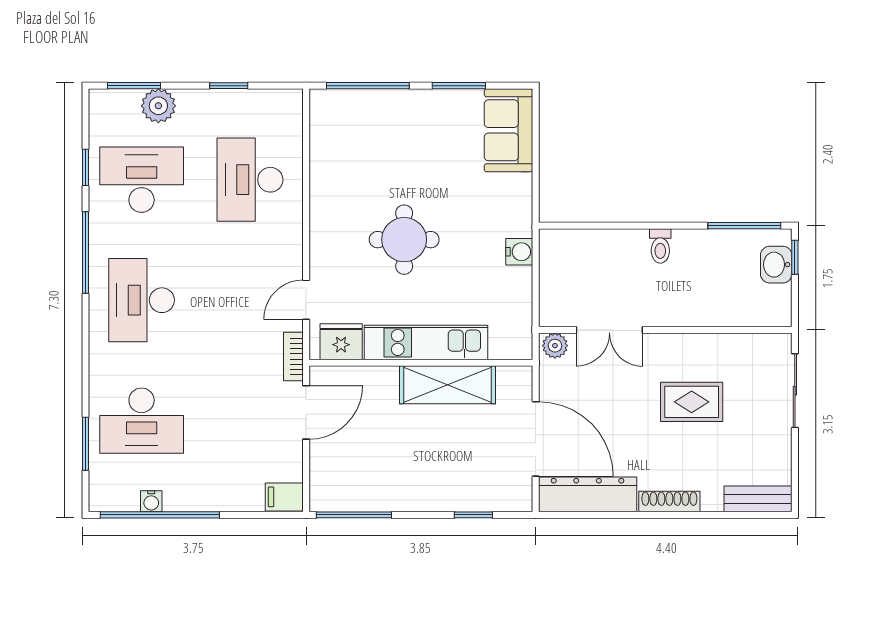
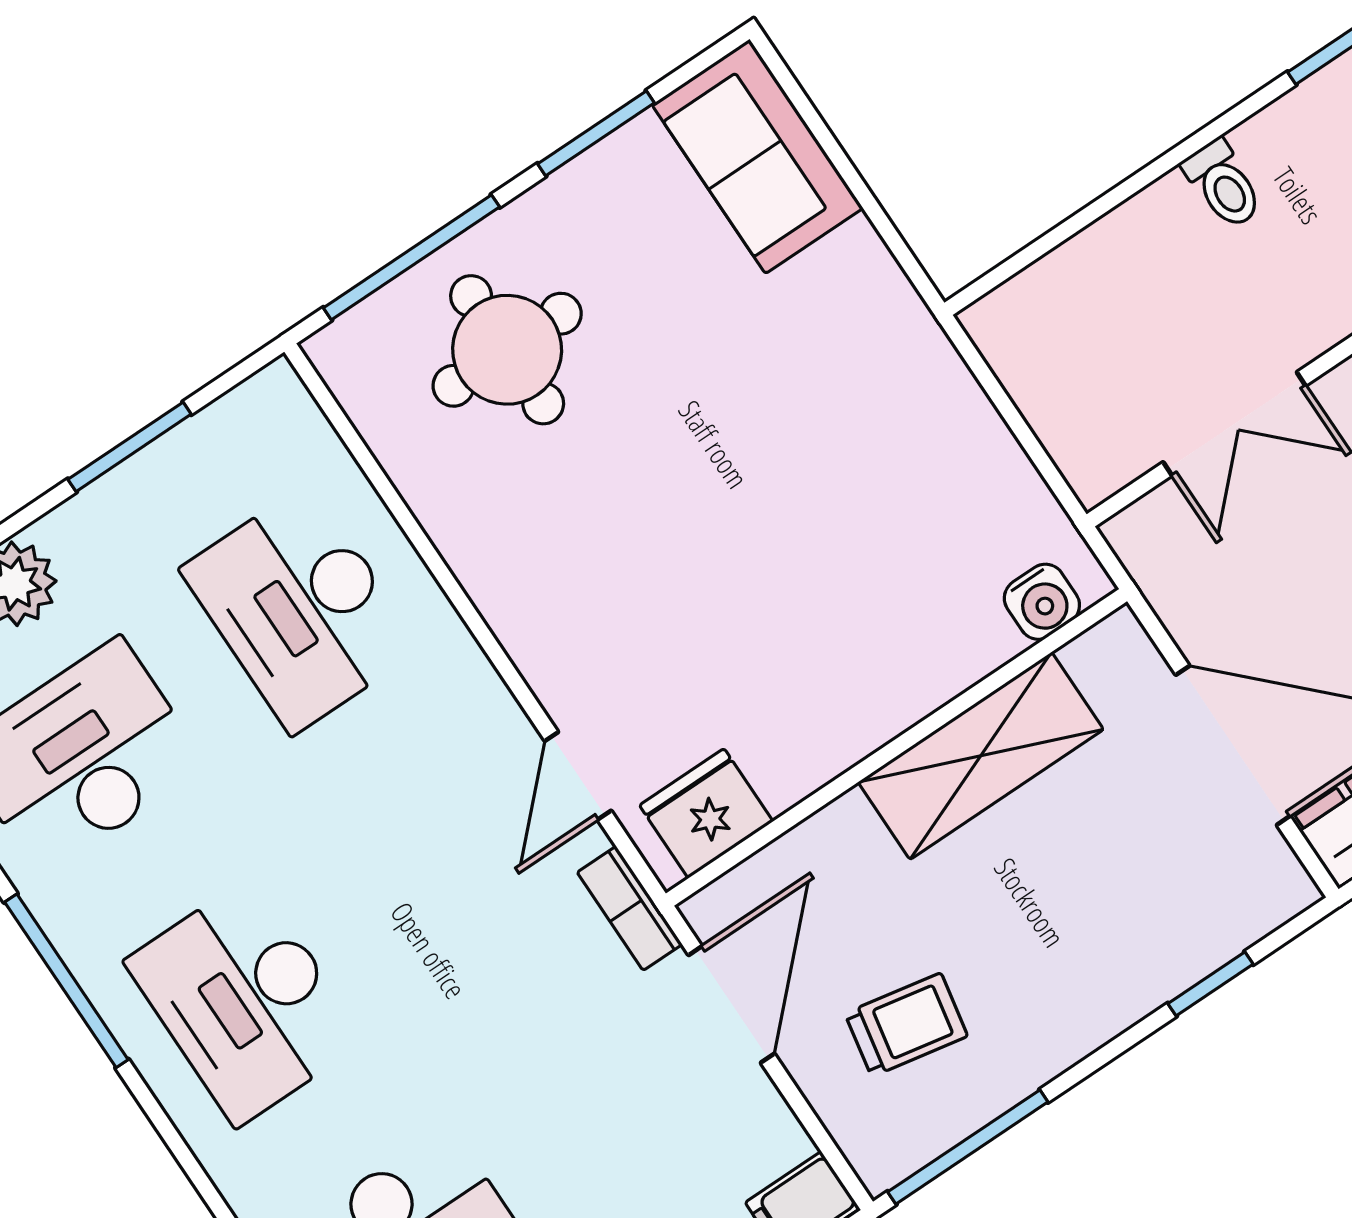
window: (229, 86) -> (130, 447), width x1.50
round table: (404, 240) -> (507, 350), moved
water cooler: (519, 252) -> (1042, 602), moved, turned 90
kitchen unit: (426, 342) -> (880, 699), removed
plant: (555, 346) -> (1145, 530), removed
trolley: (361, 459) -> (906, 1025), added

